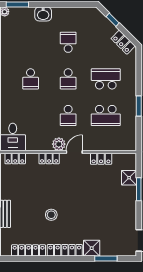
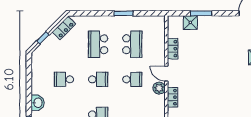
stool: (51, 215) -> (225, 95), removed

